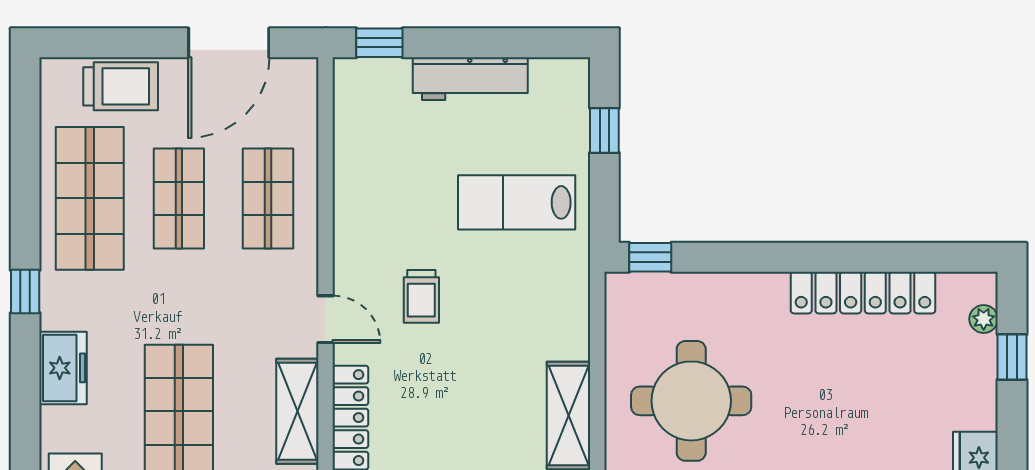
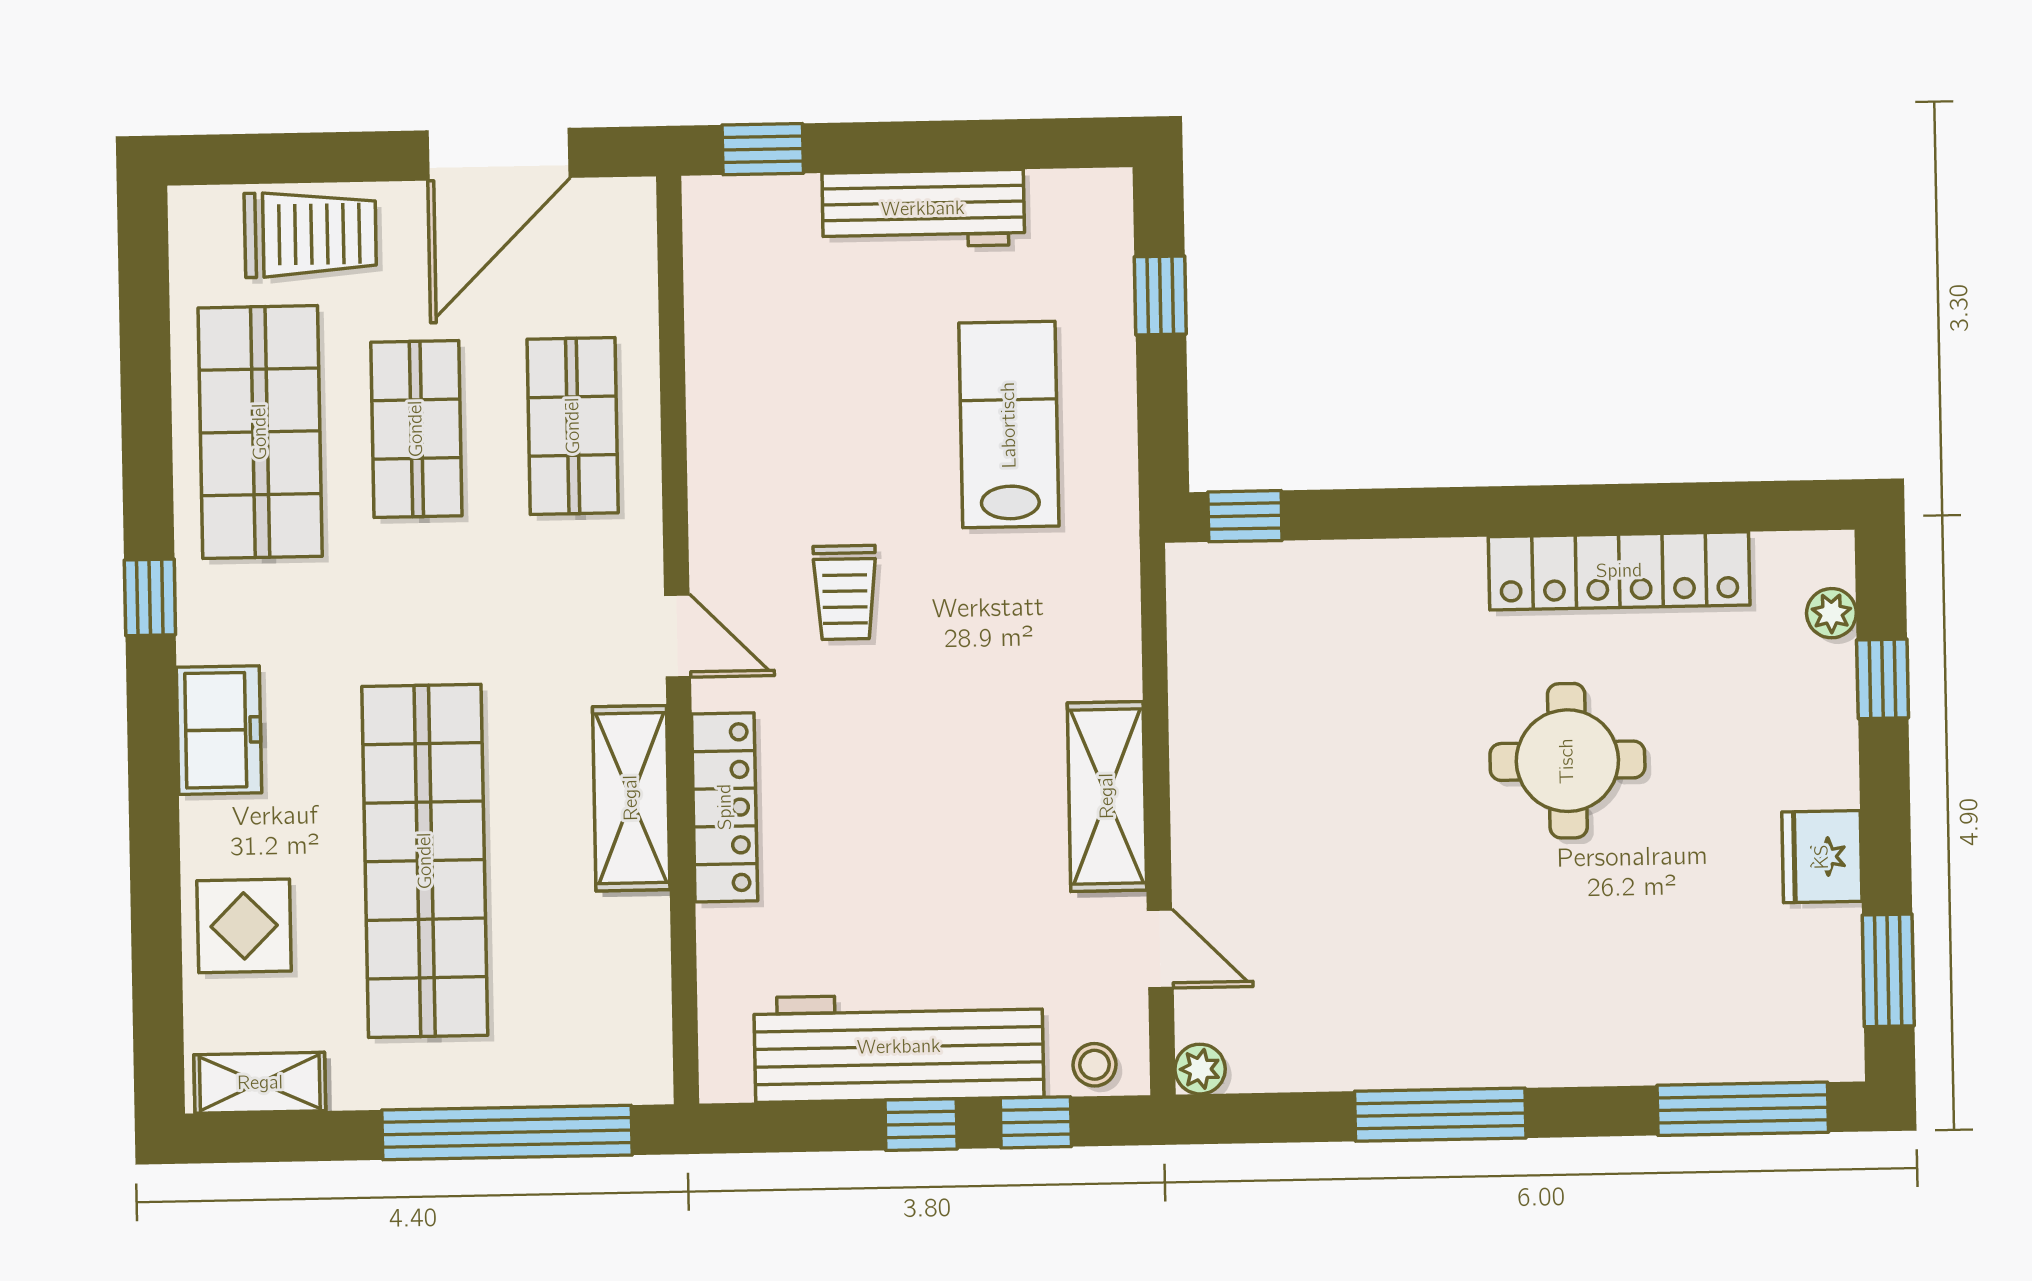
lab bench: (517, 202) -> (1009, 425), turned 90
round table: (691, 401) -> (1567, 761), moved, width x0.73, depth x0.73

